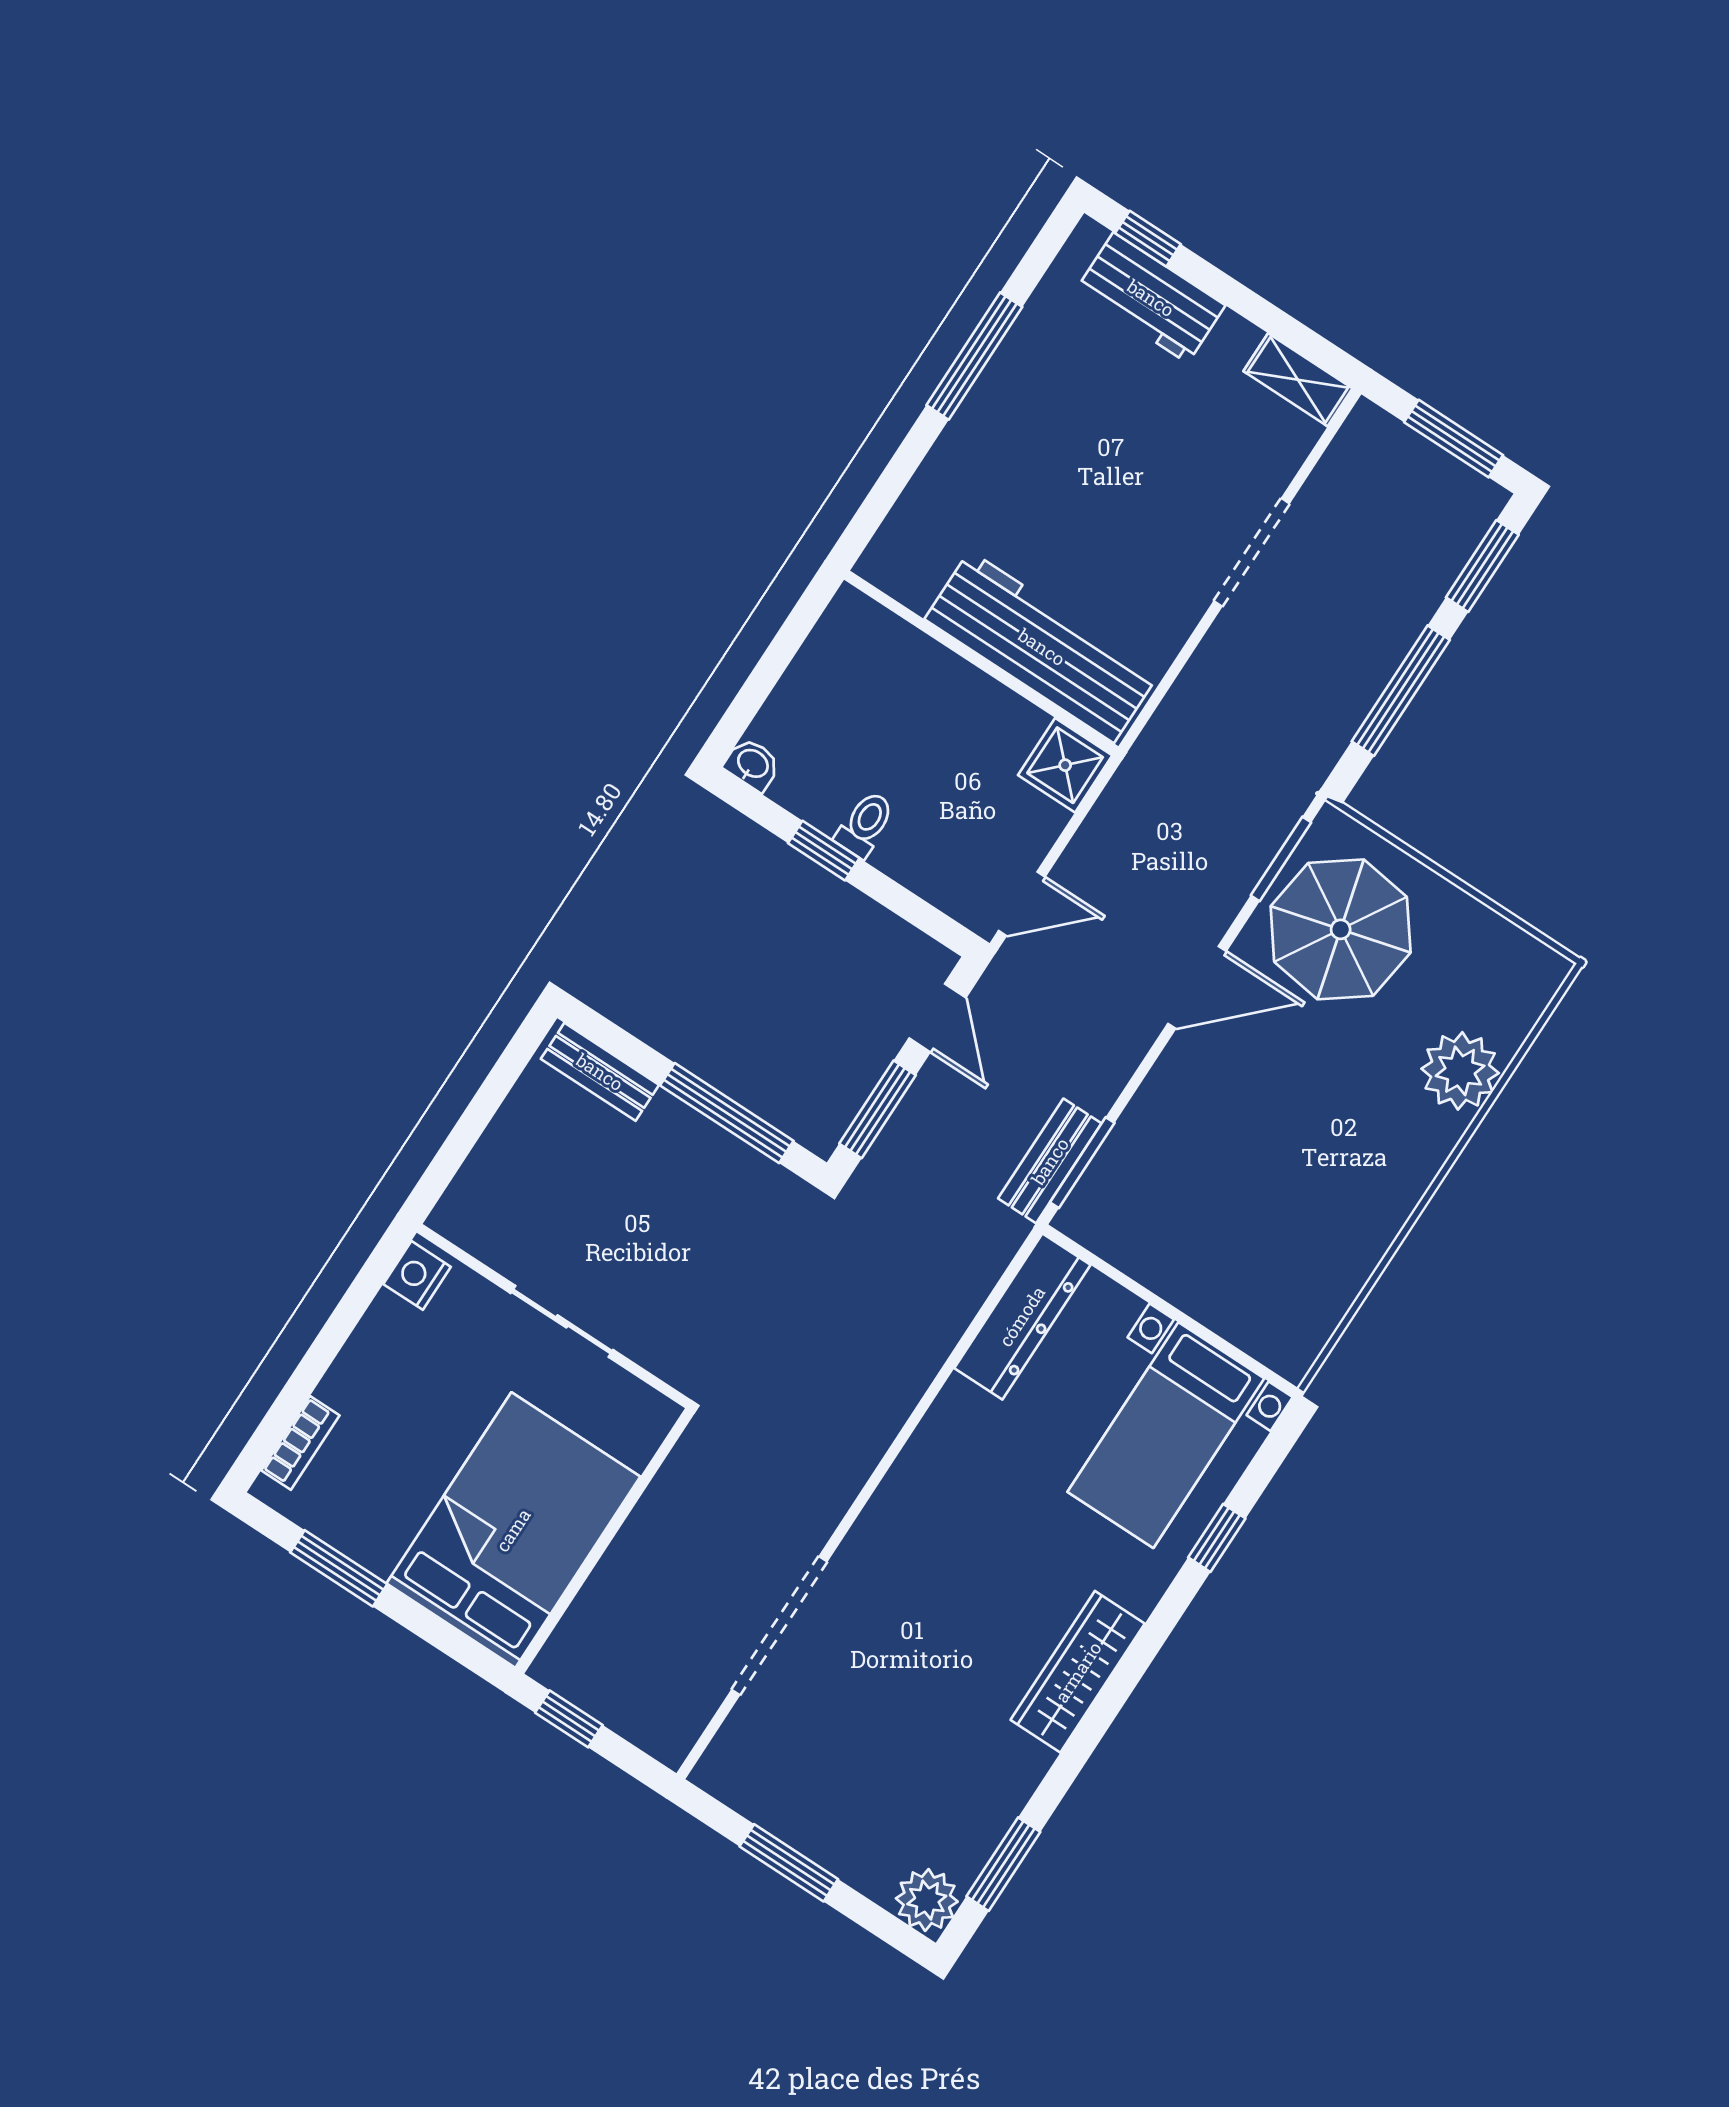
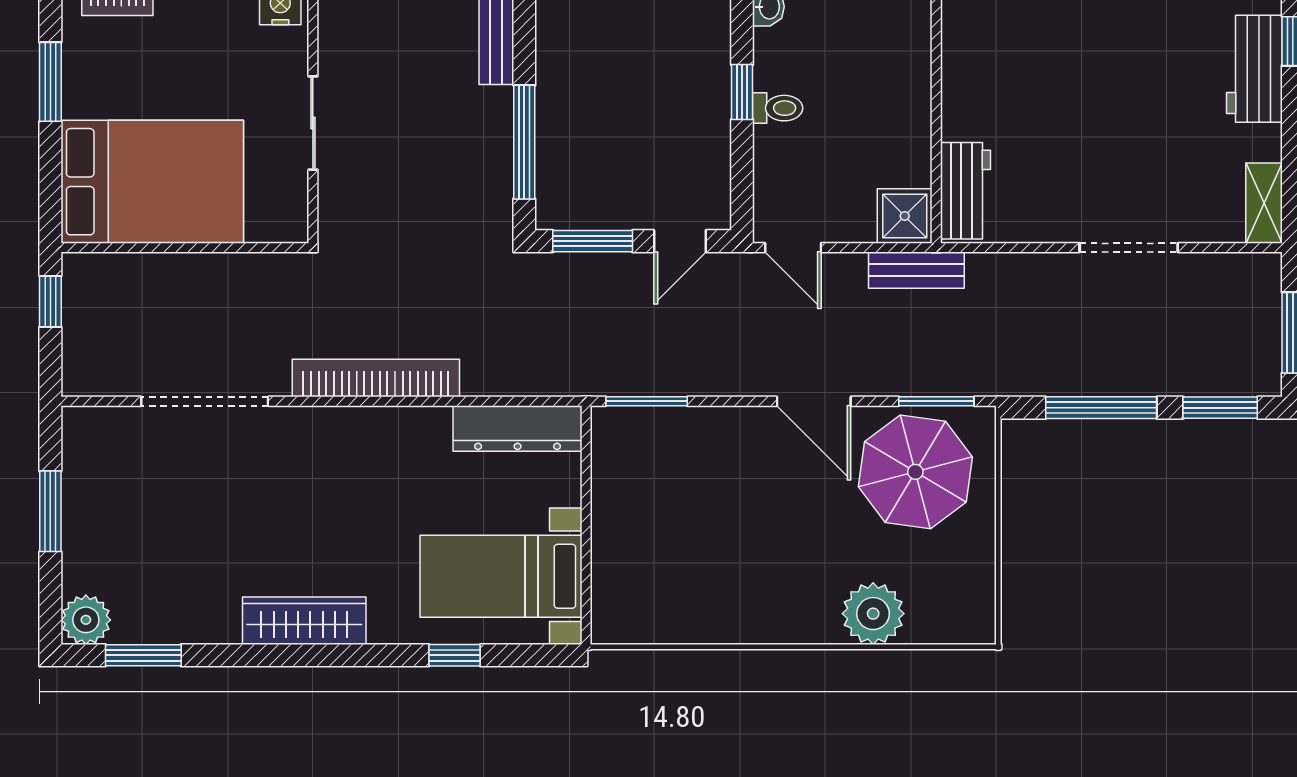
workbench: (1042, 647) -> (965, 191), width x0.53, depth x0.76
bench: (1050, 1161) -> (916, 270), moved
bookcase: (872, 1430) -> (376, 378), added

